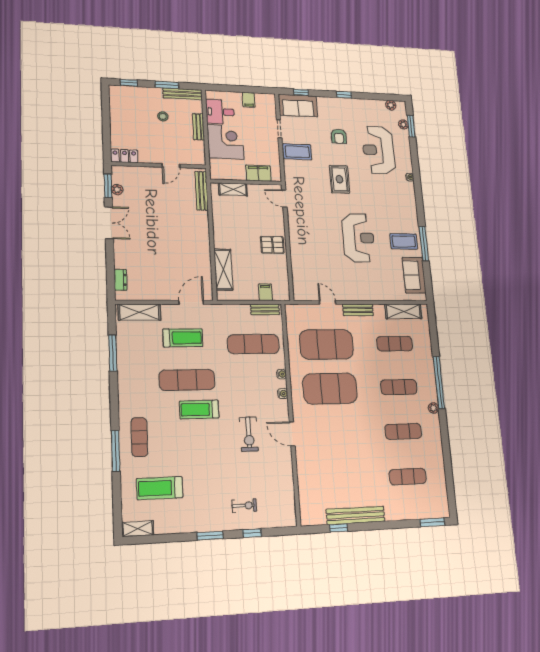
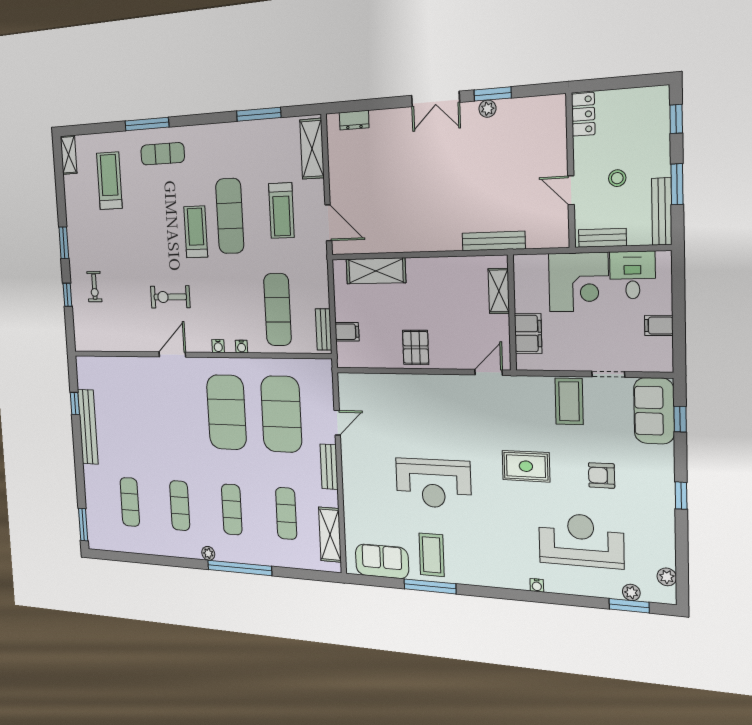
locker: (124, 156) -> (583, 114), moved
wall: (159, 165) -> (571, 171), moved
door: (171, 166) -> (571, 190), moved

